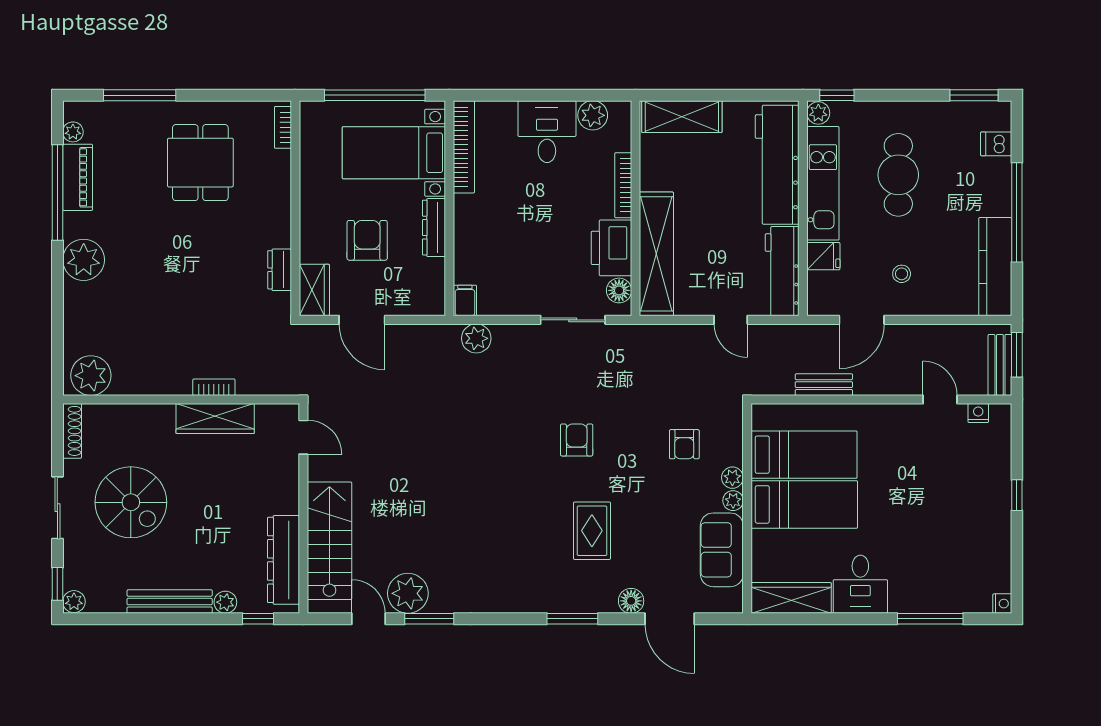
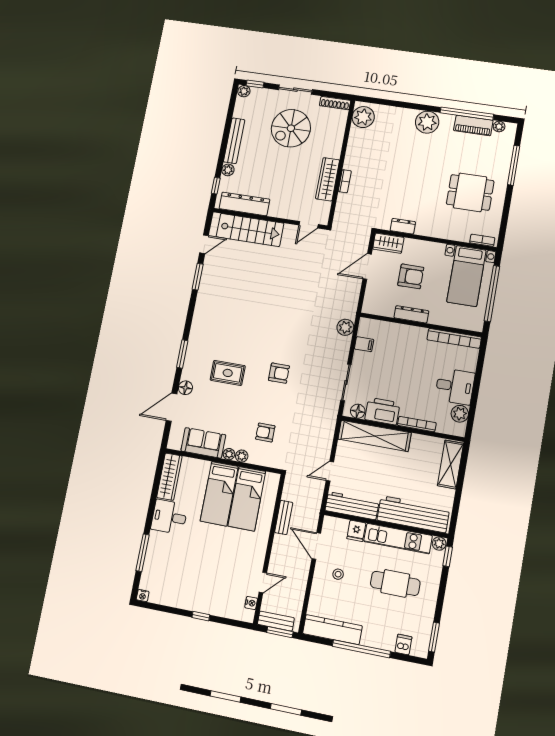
bed with nightstands: (394, 153) -> (466, 276), moved, turned 180
filing cabinet: (465, 300) -> (364, 344), moved
plant: (408, 593) -> (214, 267), removed

